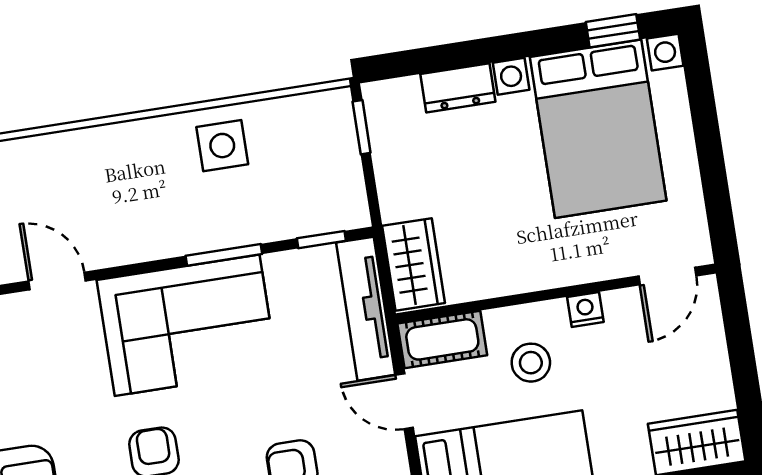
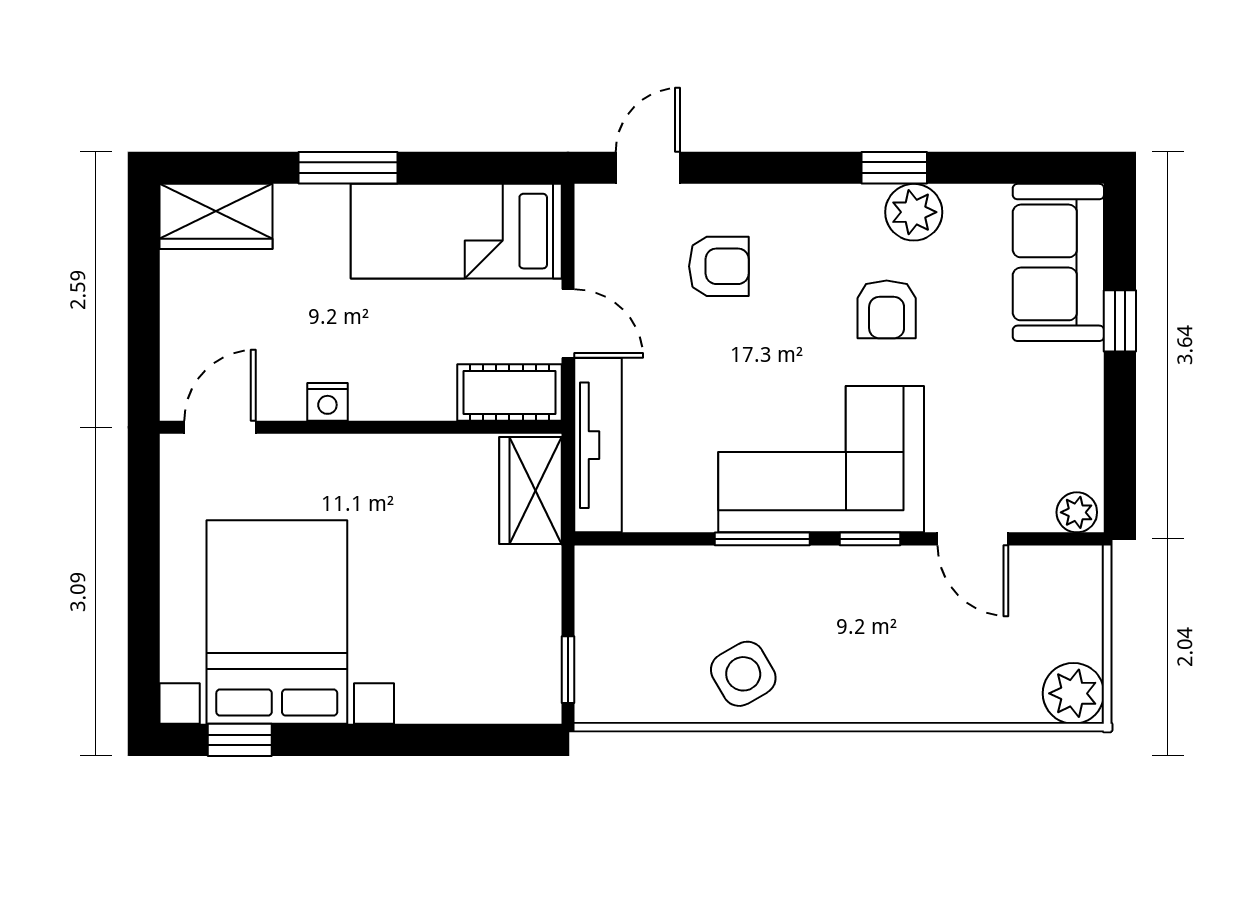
dresser: (458, 88) -> (442, 699), removed
side table: (222, 146) -> (743, 674), turned -30
window: (321, 240) -> (870, 539), moved
stool: (531, 363) -> (405, 347), removed

